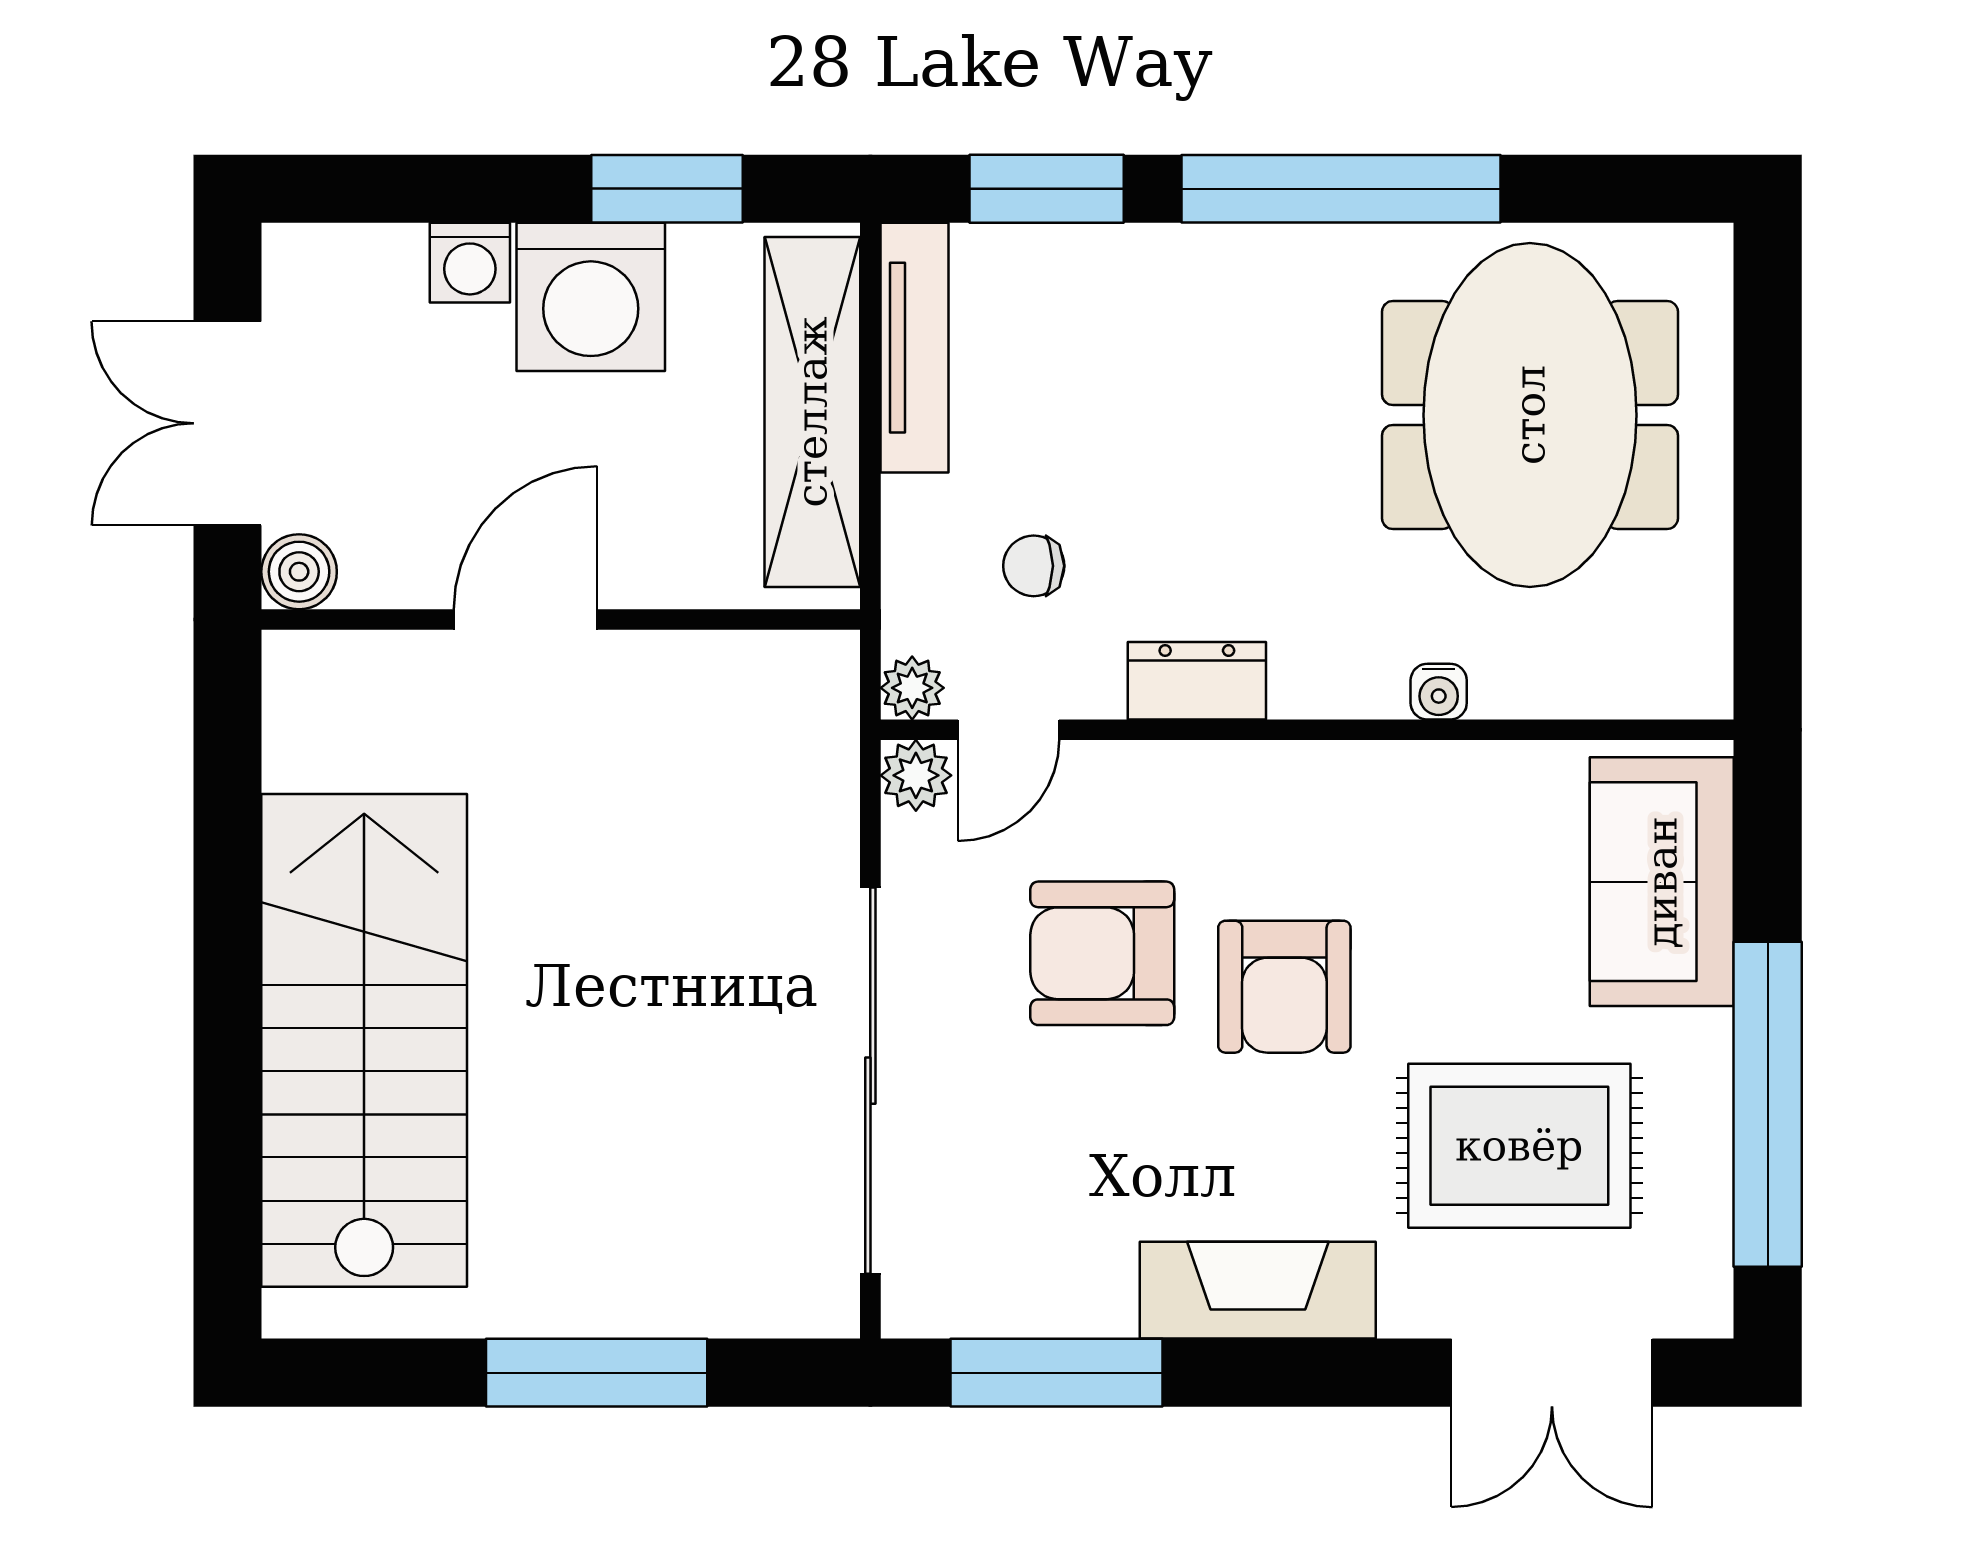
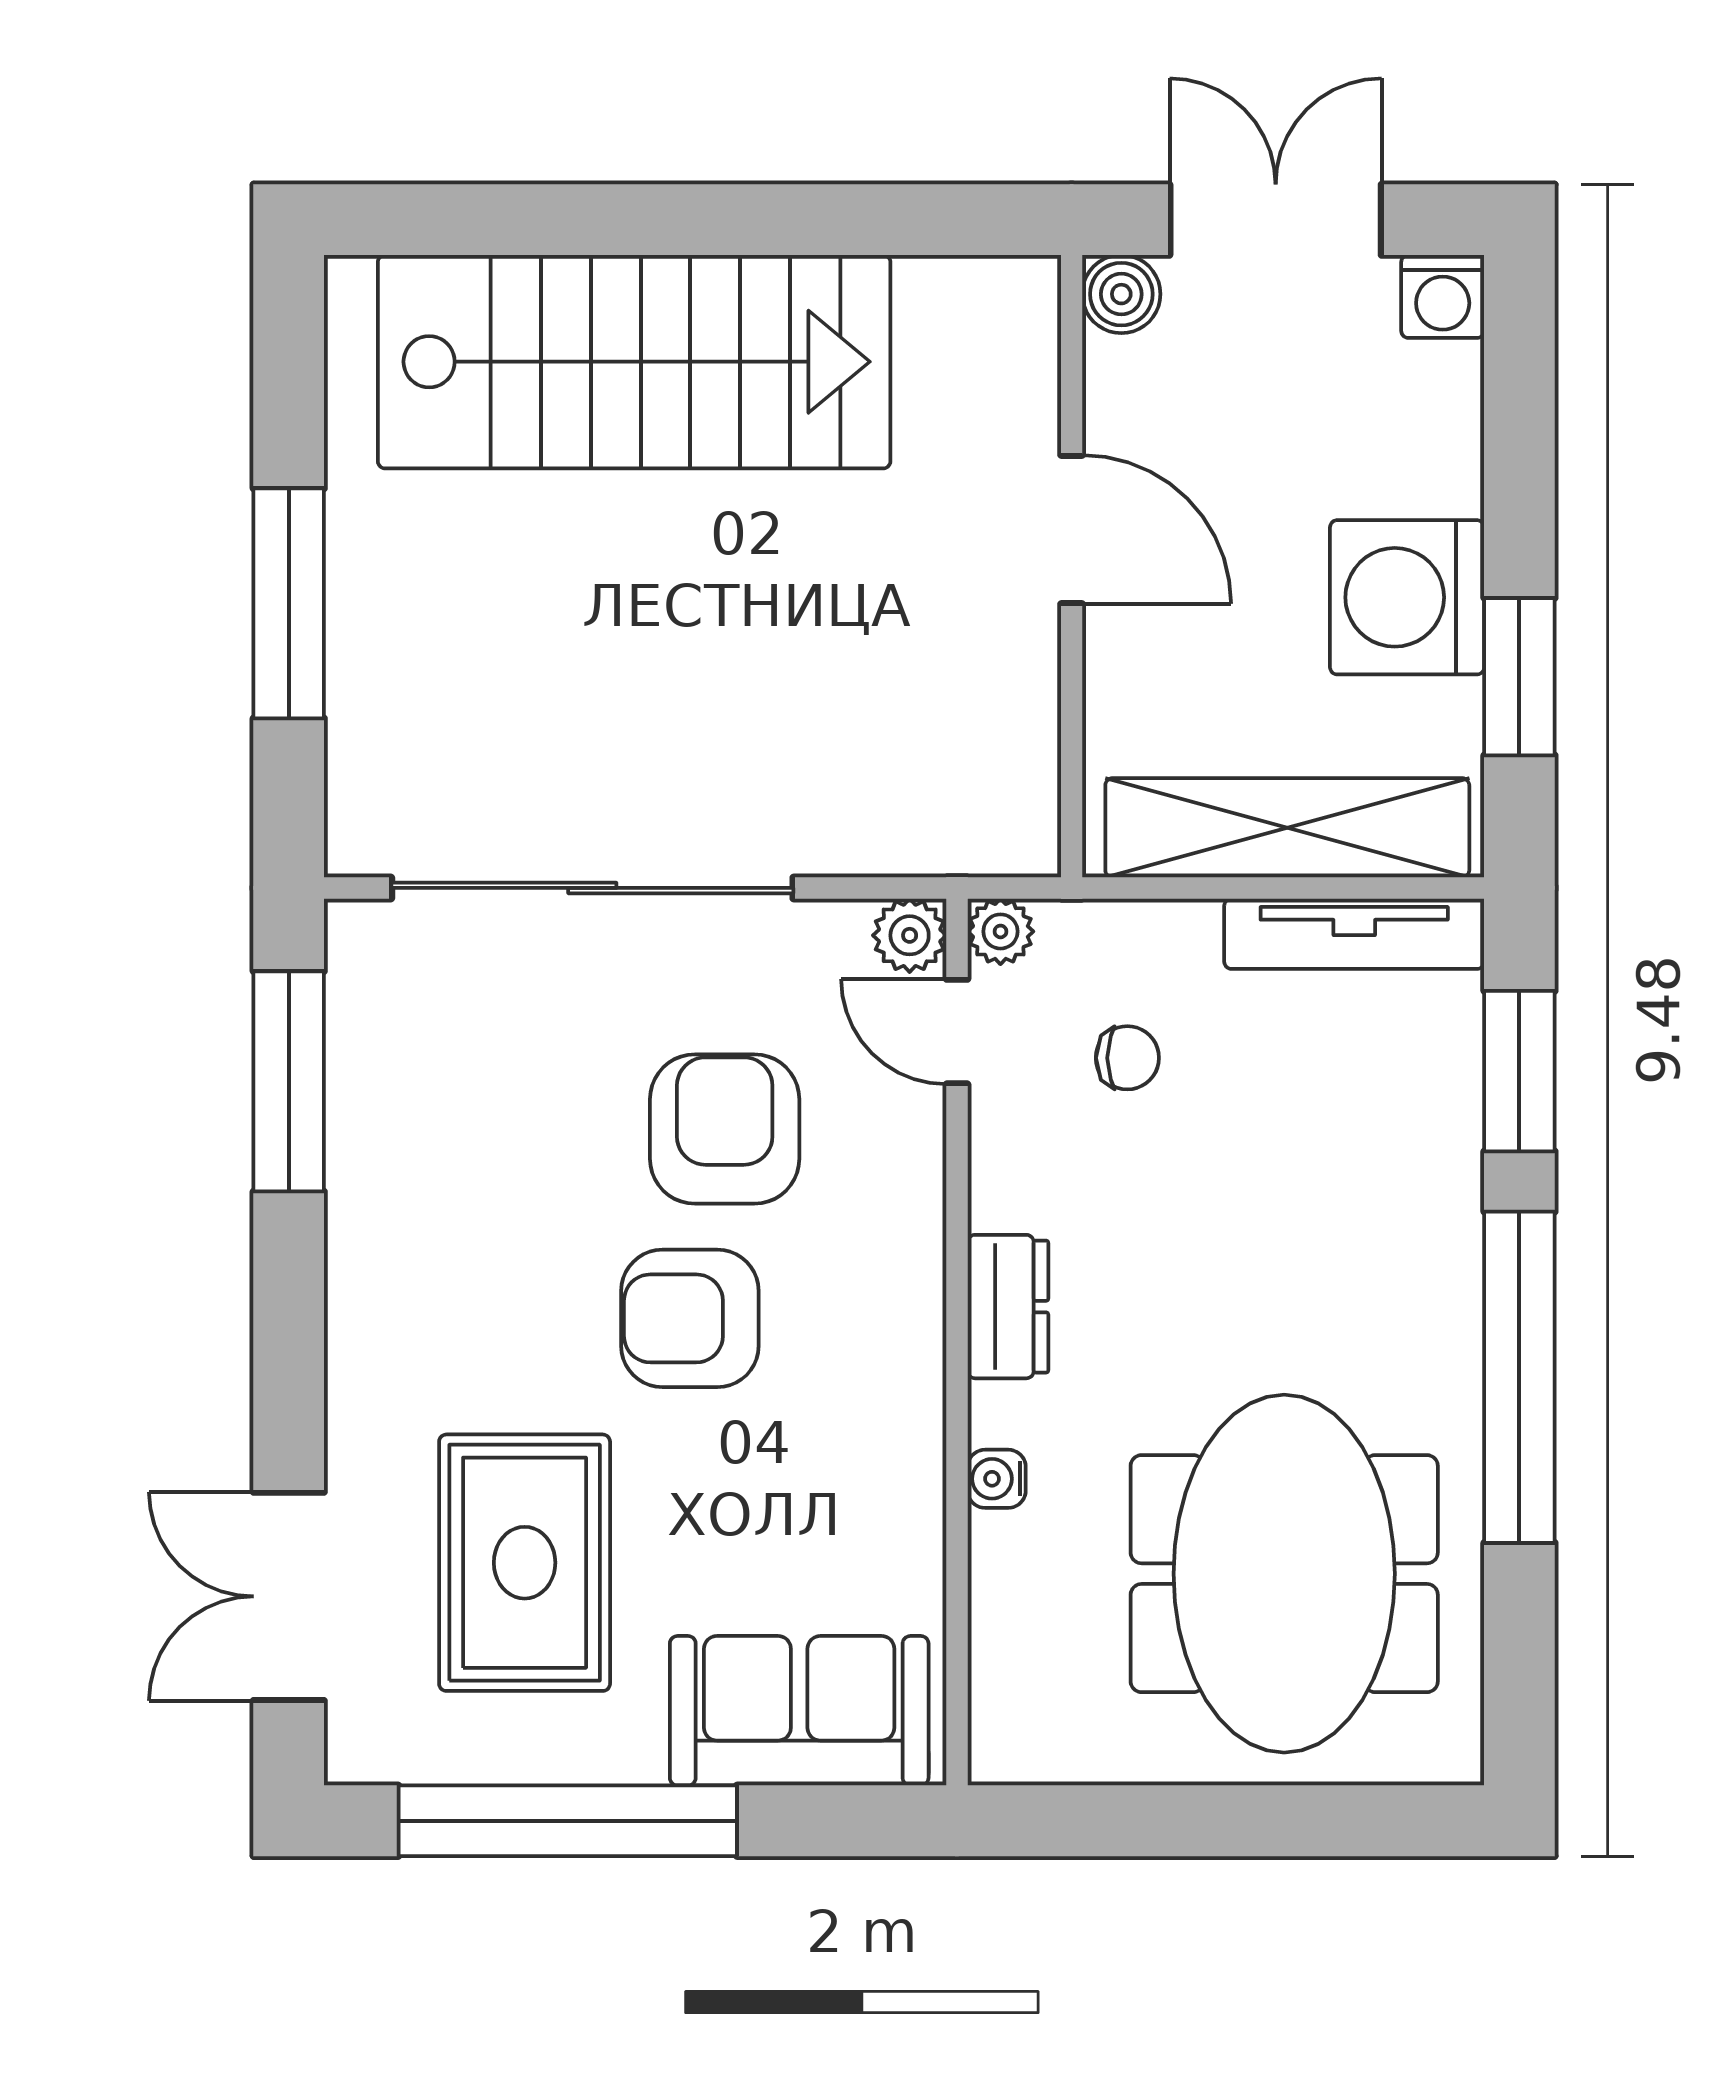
washing machine: (470, 263) -> (1443, 296), moved, turned -90
meeting table: (1530, 415) -> (1284, 1574), turned 90
chair: (1034, 566) -> (1127, 1058), turned 90
dresser: (1197, 681) -> (1008, 1307), moved
fireplace: (1258, 1290) -> (374, 1291), removed

